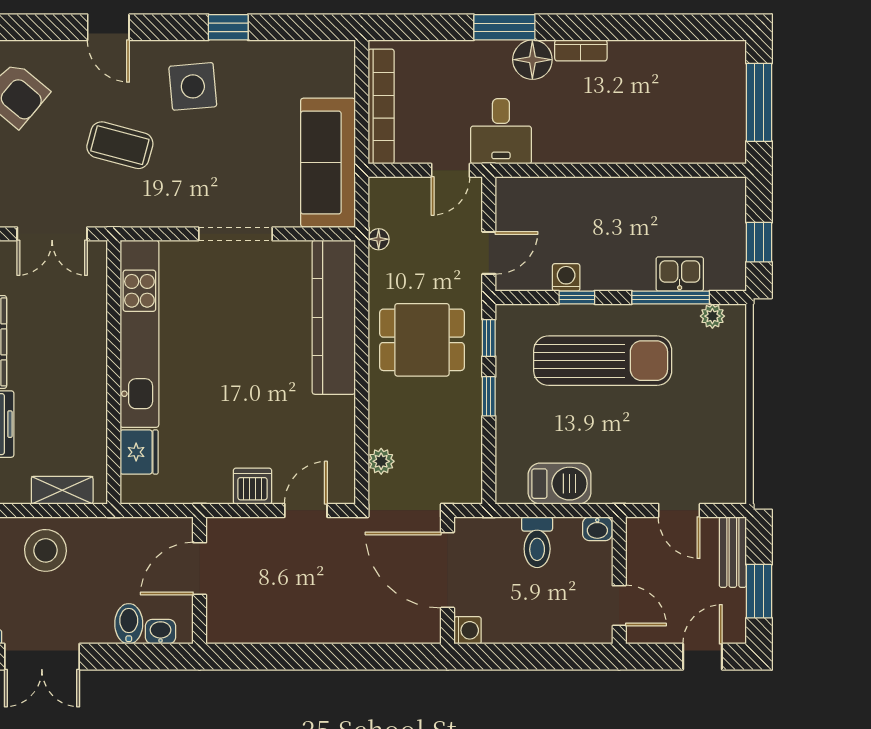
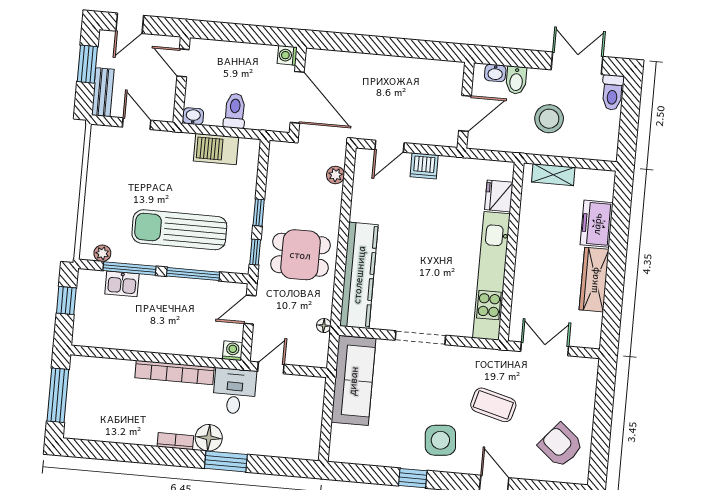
bookcase: (381, 107) -> (174, 372), moved, turned -90
washing machine: (566, 277) -> (233, 351), moved, turned 180
window: (577, 297) -> (193, 274), width x2.17
stool: (45, 550) -> (549, 119), moved

